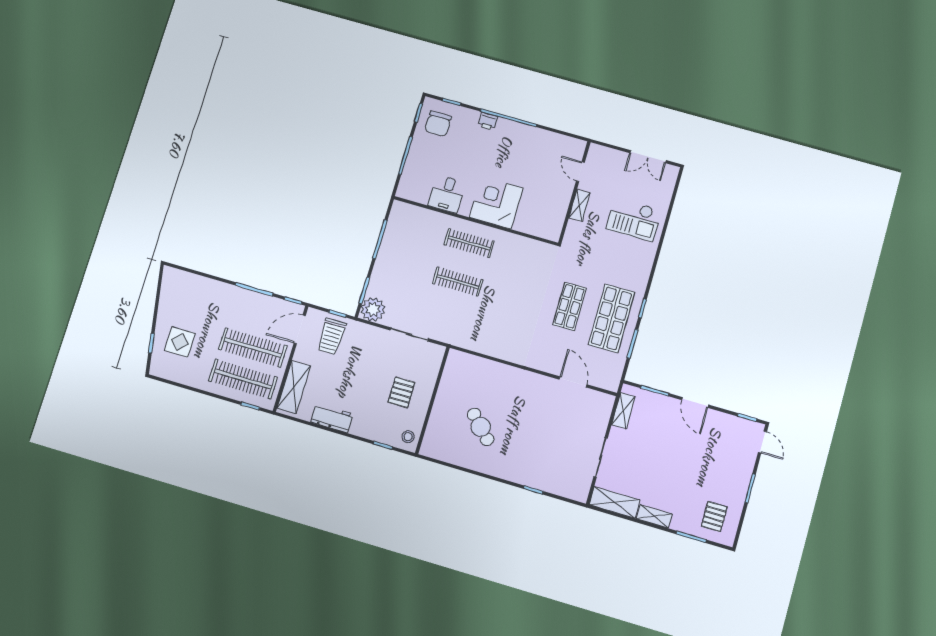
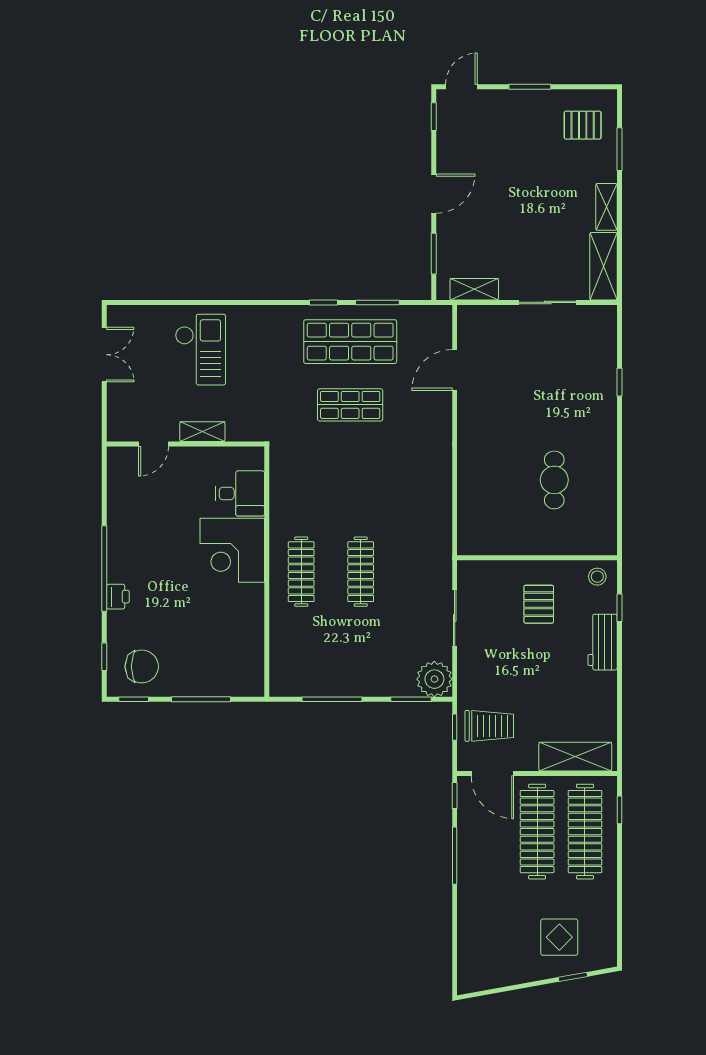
desk: (447, 194) -> (240, 493), moved
pallet: (401, 392) -> (539, 604), turned 90
workbench: (332, 418) -> (603, 642), moved
cafe table: (481, 427) -> (554, 480), turned -46

